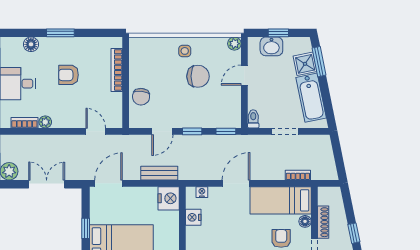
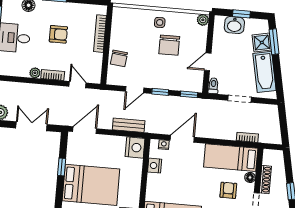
armchair: (68, 75) -> (58, 34), turned 180
door: (244, 75) -> (208, 62), moved
chair: (198, 76) -> (169, 45), turned 90
bookcase: (24, 123) -> (53, 75), moved
door: (236, 183) -> (182, 139), moved

